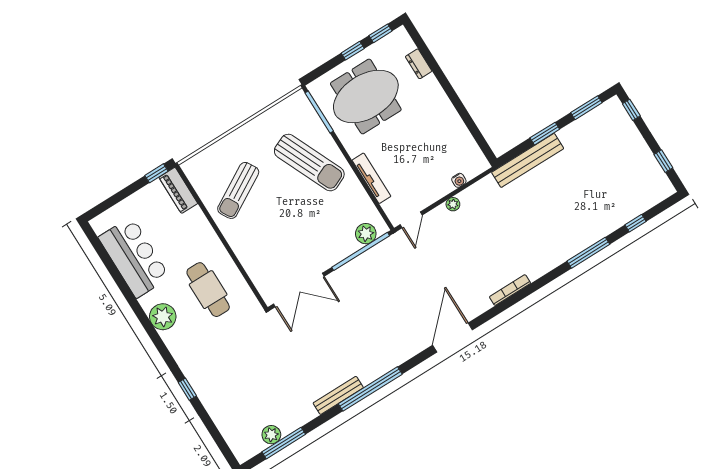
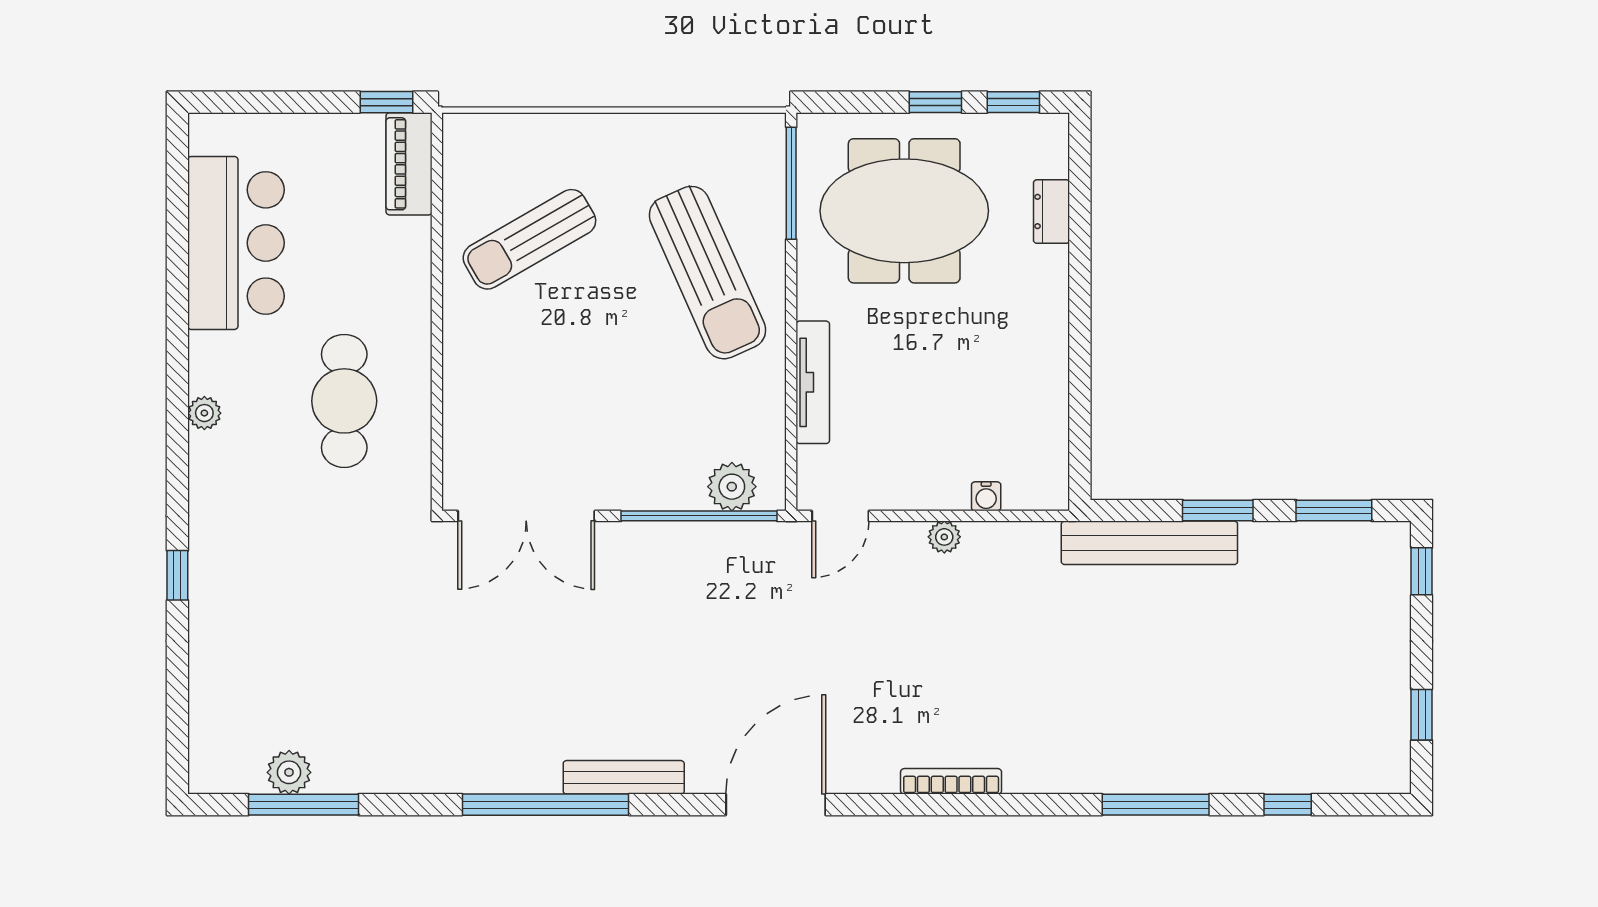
plant: (163, 317) -> (204, 413), width x0.53, depth x0.53
bench: (338, 395) -> (624, 777), moved

